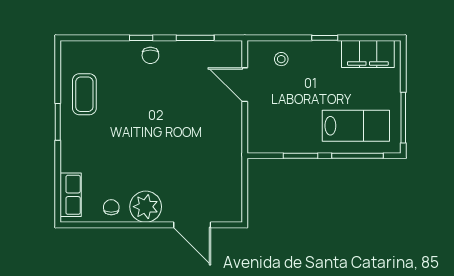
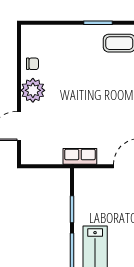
row of seats: (71, 195) -> (80, 156), moved, turned 180

